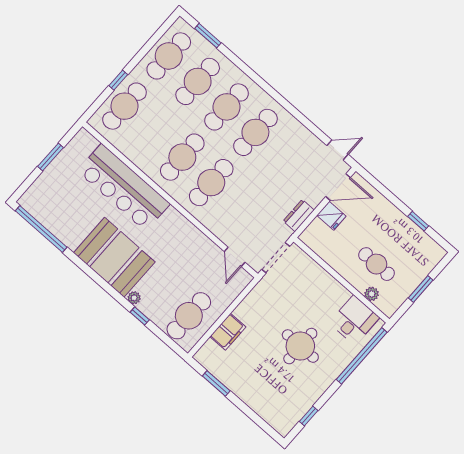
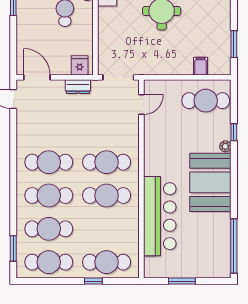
fridge: (331, 216) -> (80, 65), moved
filing cabinet: (228, 332) -> (201, 66), width x0.50

